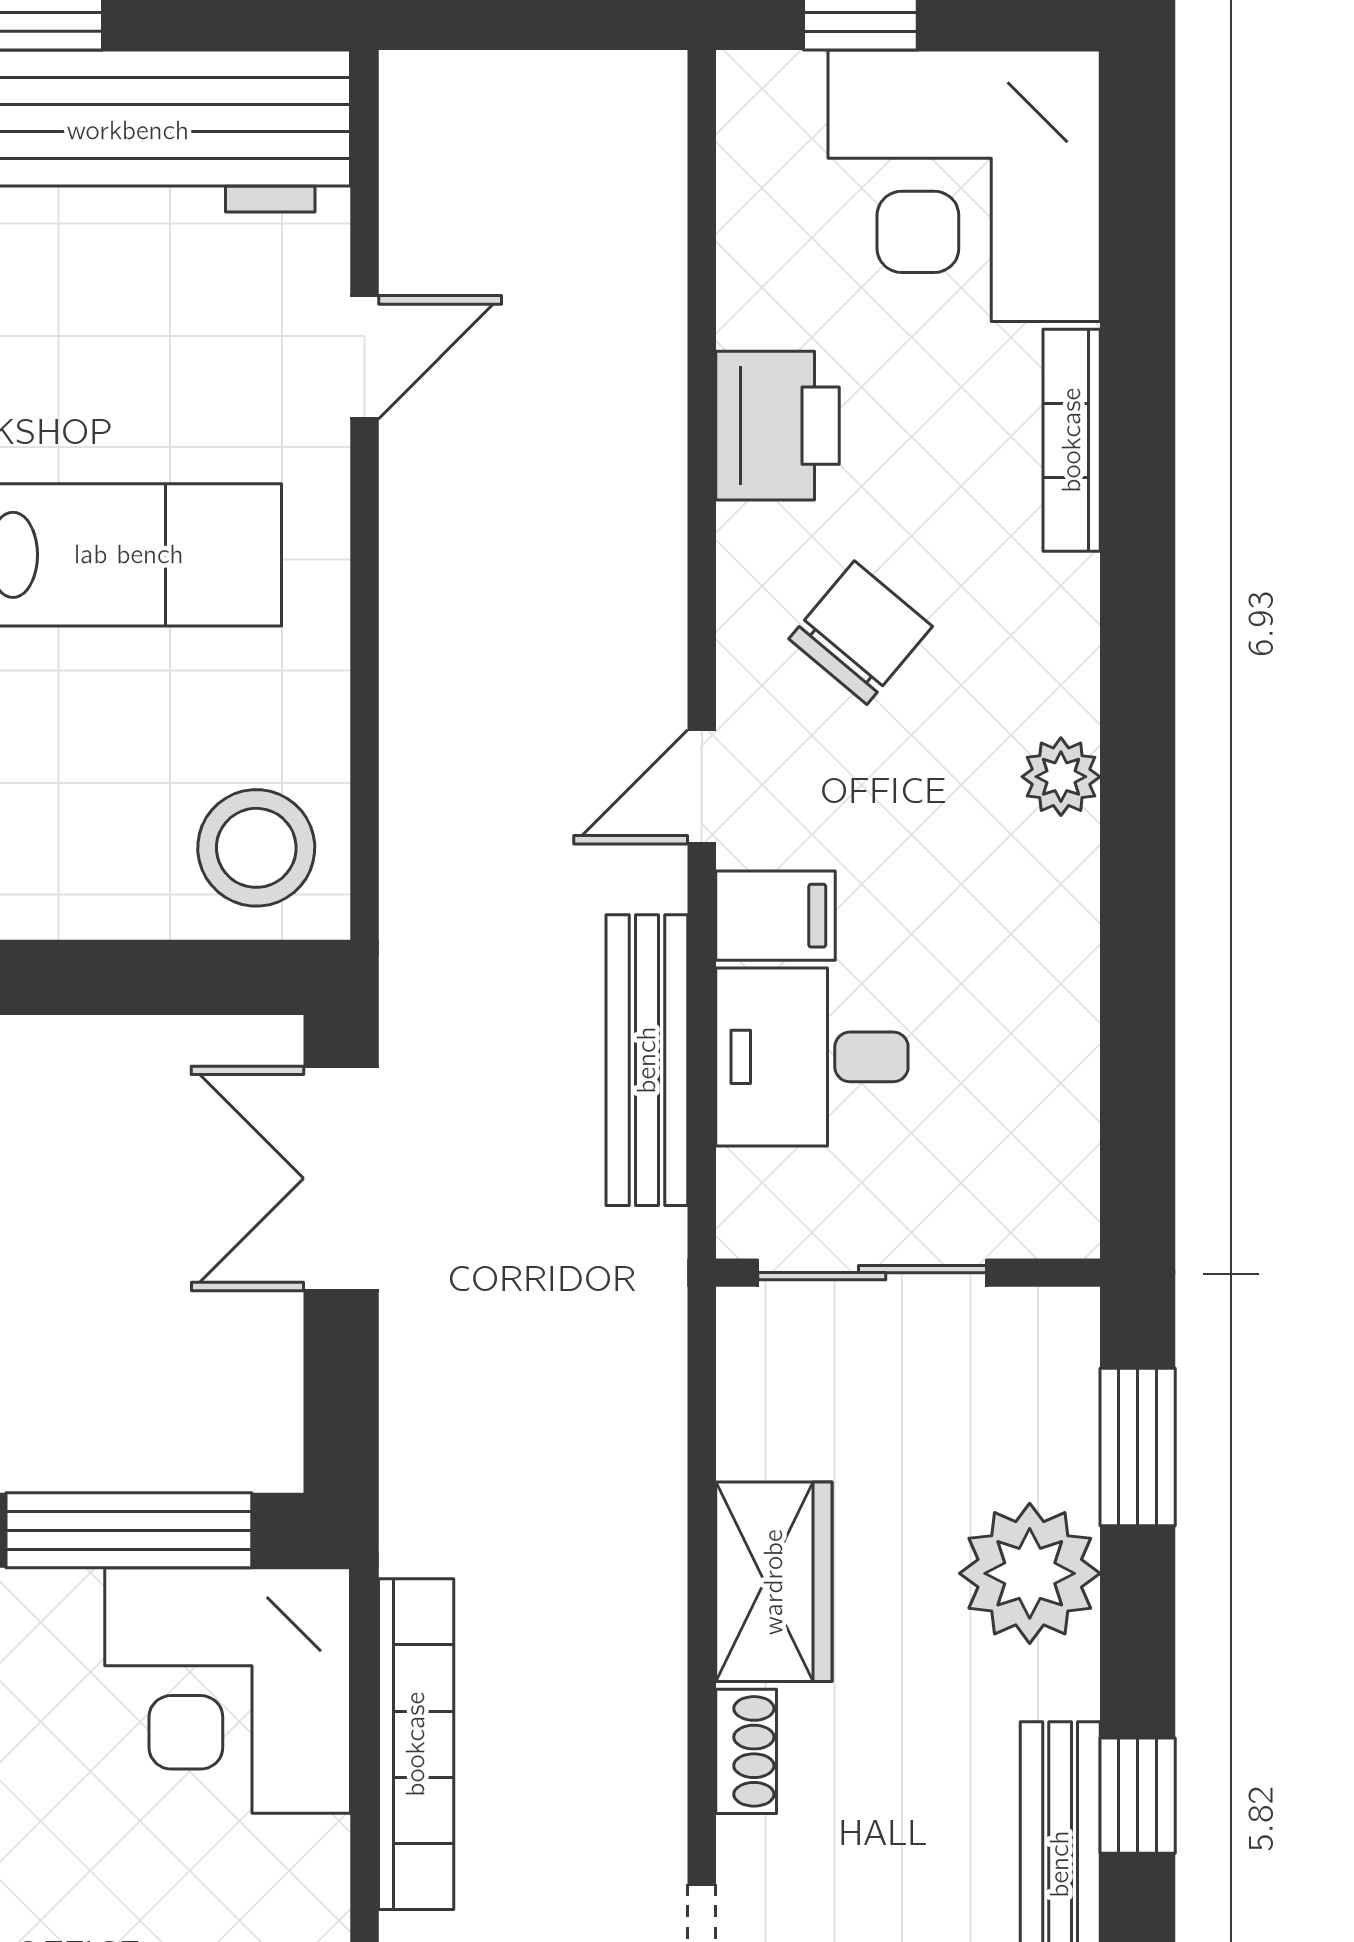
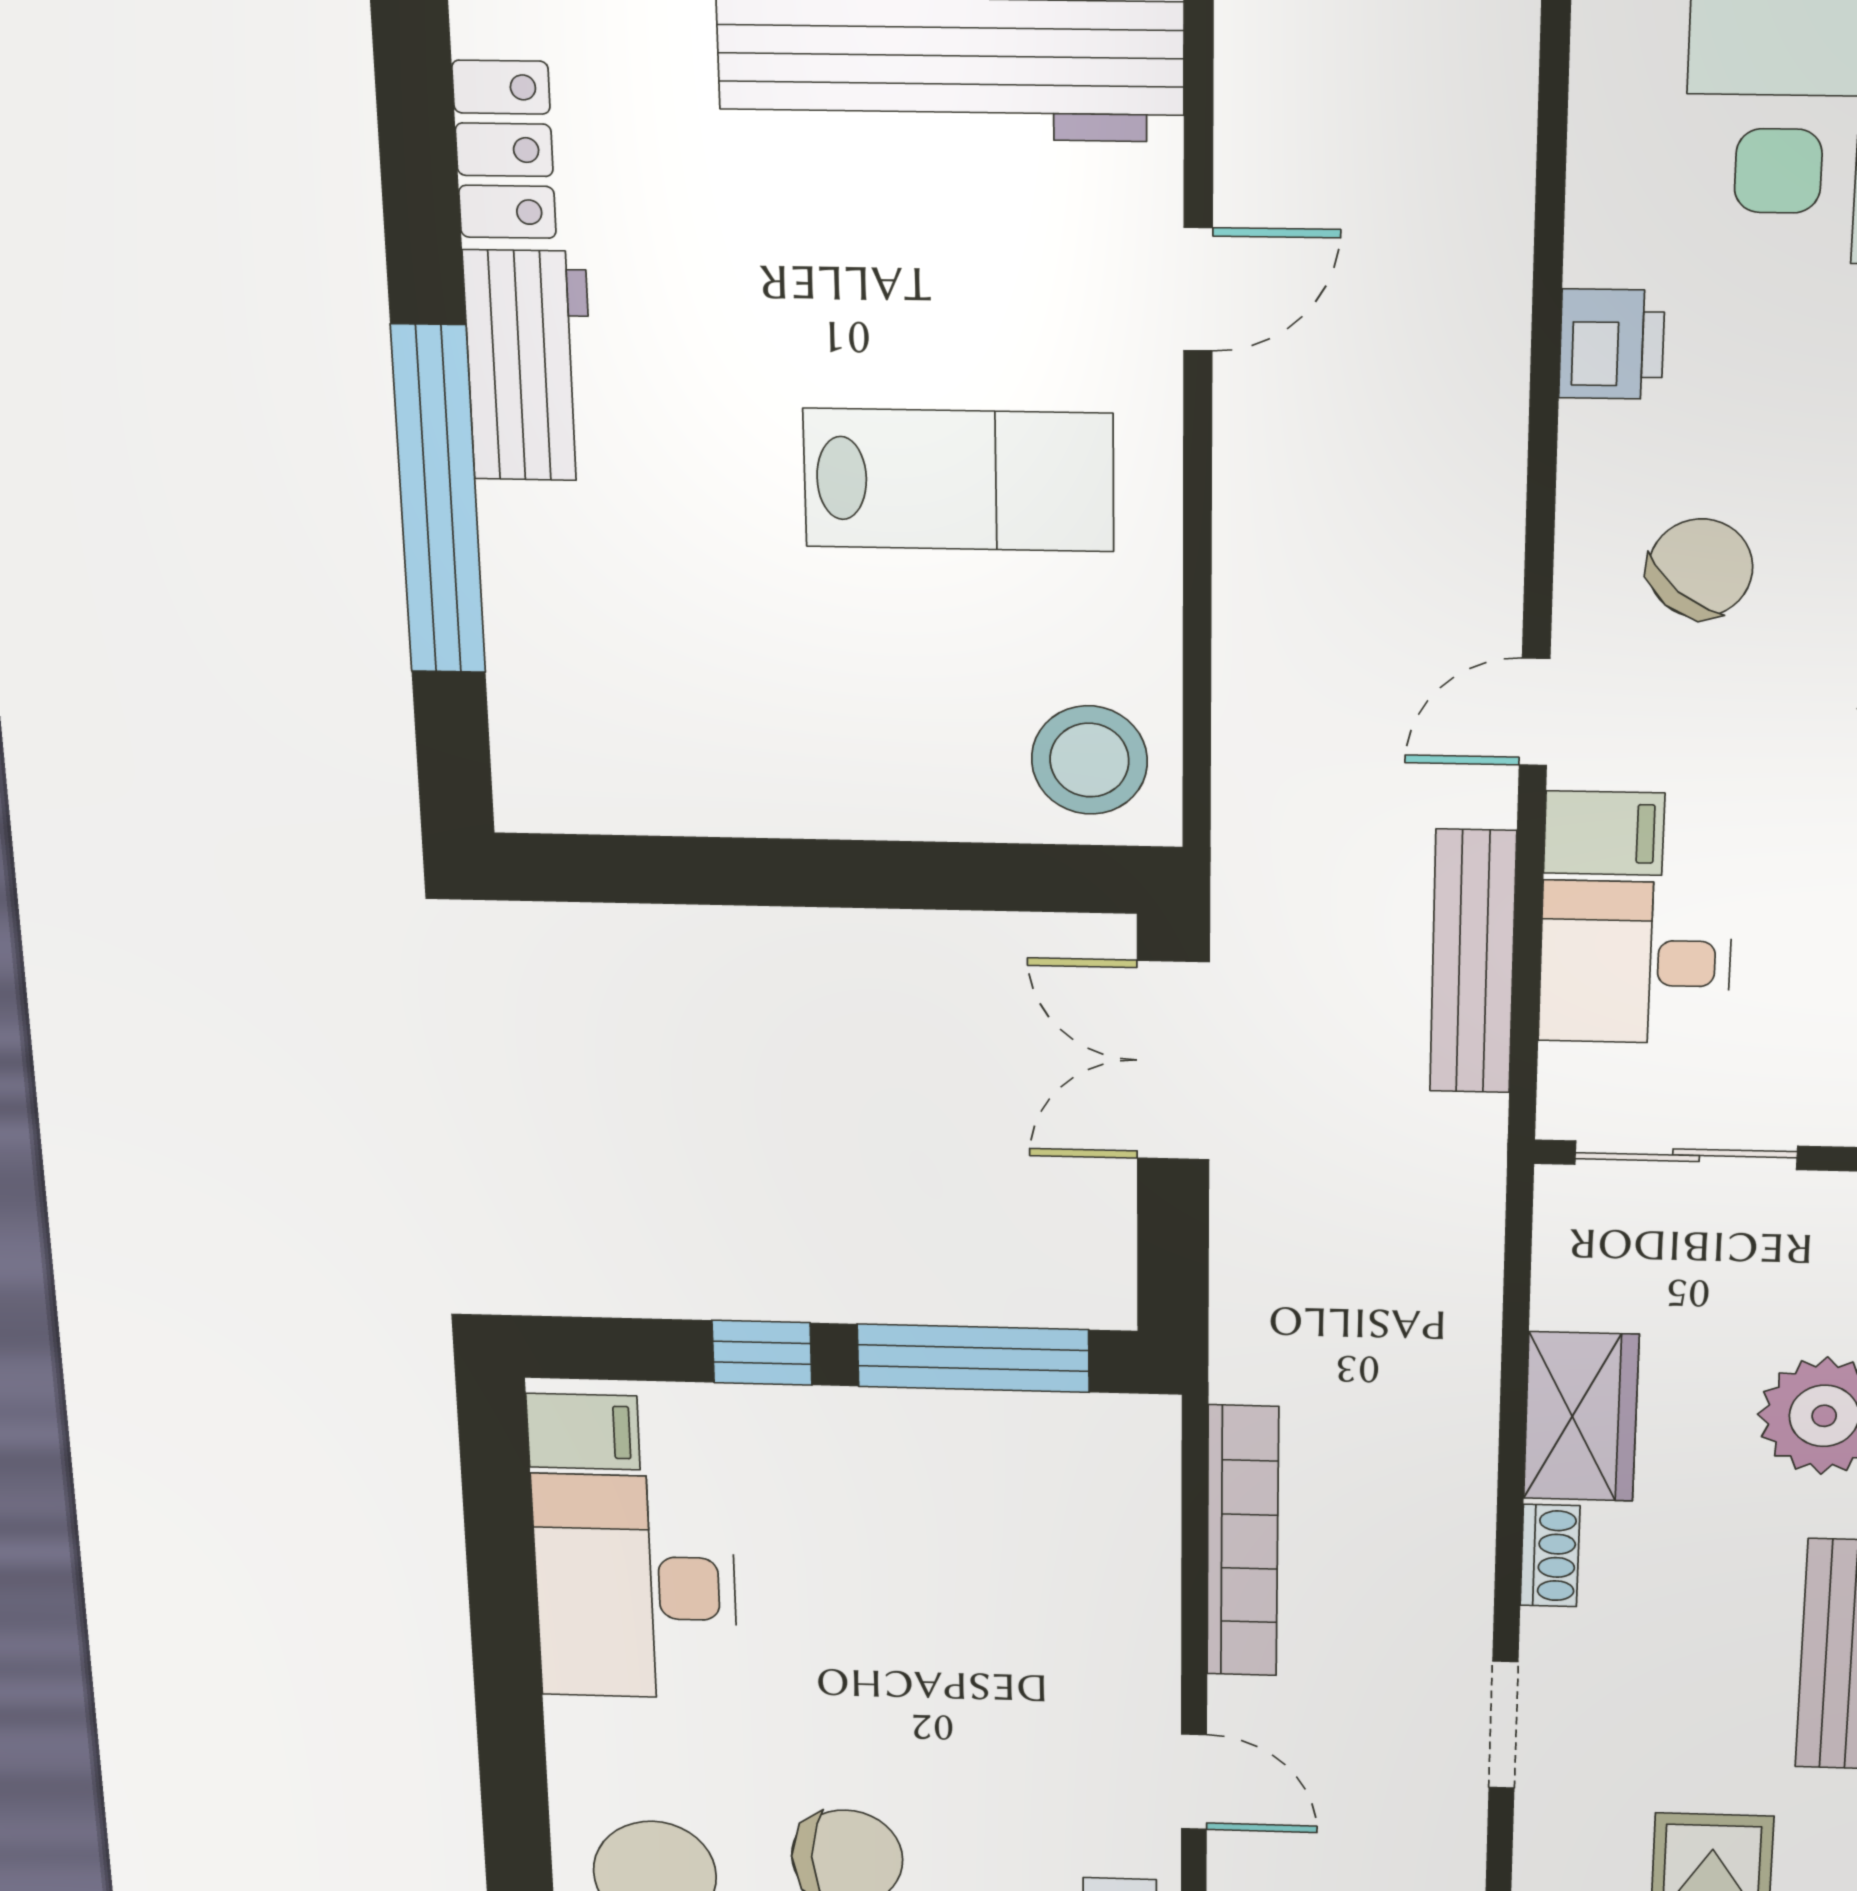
printer: (777, 426) -> (1612, 344), width x0.73, depth x0.81
corner desk: (228, 1691) -> (1067, 1493), removed

